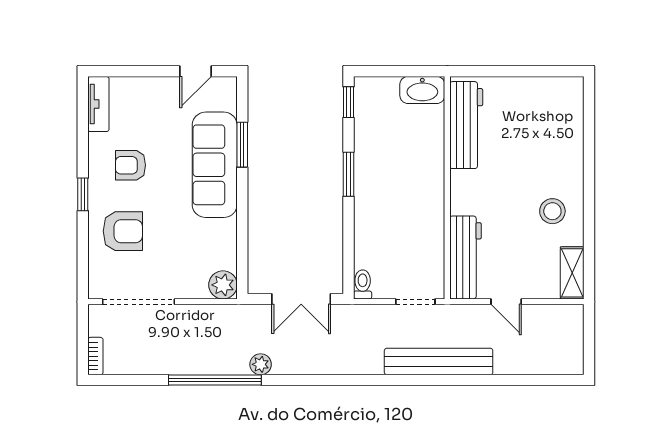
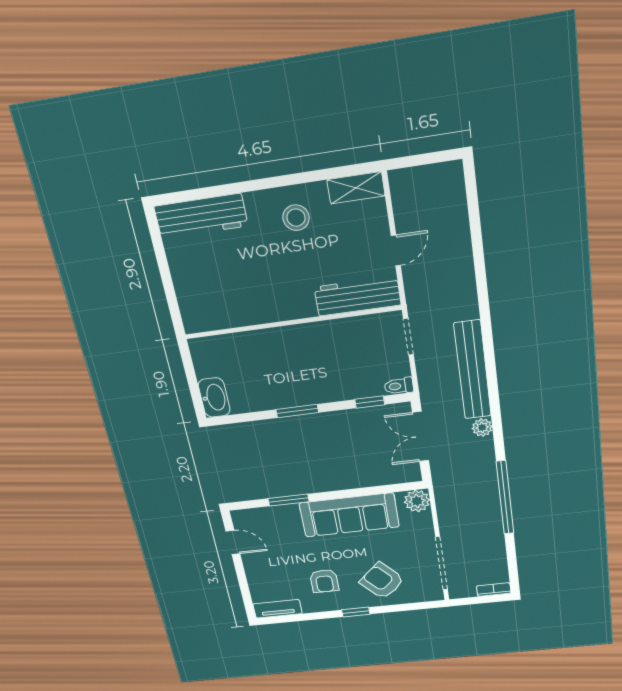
washbasin: (422, 90) -> (214, 397), moved
window: (349, 102) -> (370, 402), moved
workbench: (466, 125) -> (201, 216), moved, turned 180
sofa: (215, 165) -> (349, 515), moved
armchair: (123, 231) -> (382, 581), turned -43
double door: (301, 299) -> (421, 437), swing flipped
bench: (439, 362) -> (473, 370), moved
plant: (261, 364) -> (482, 427), moved

